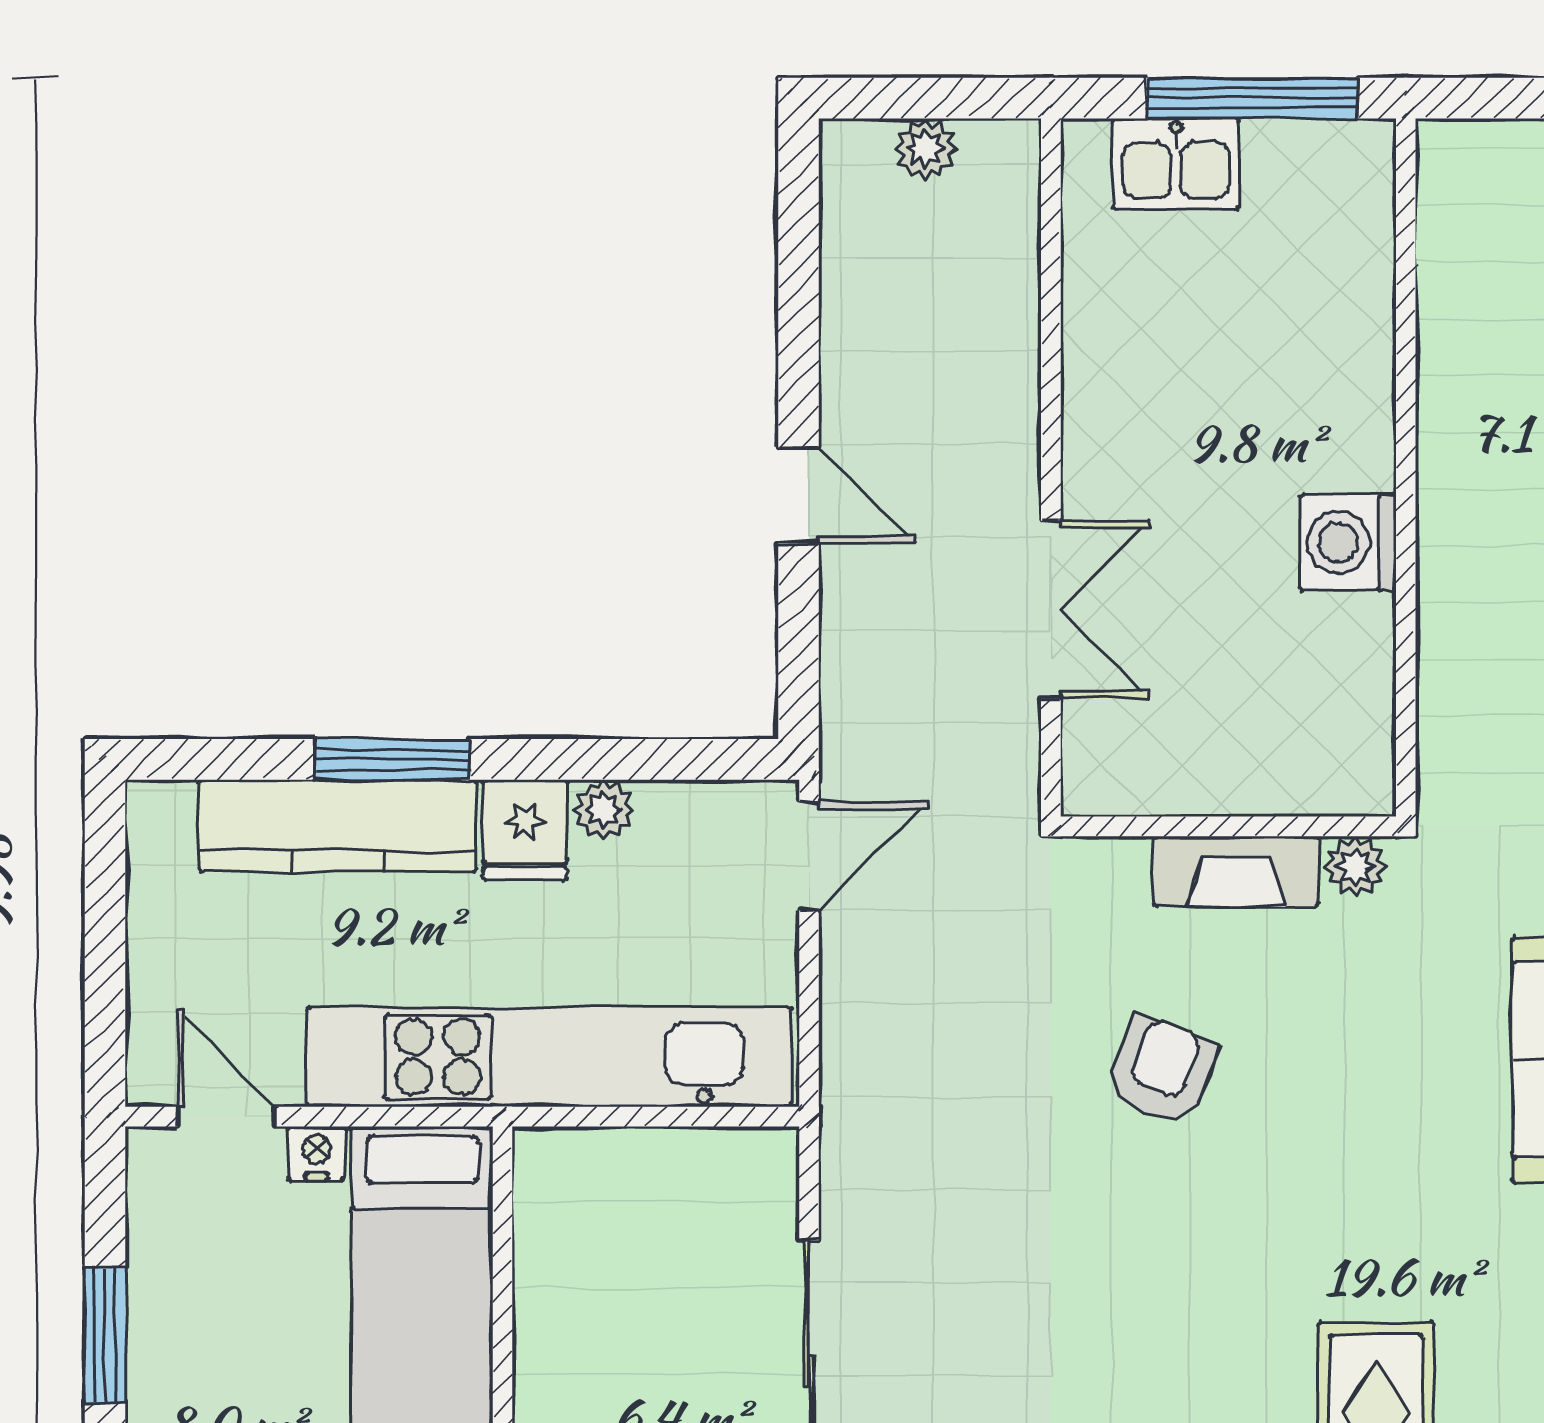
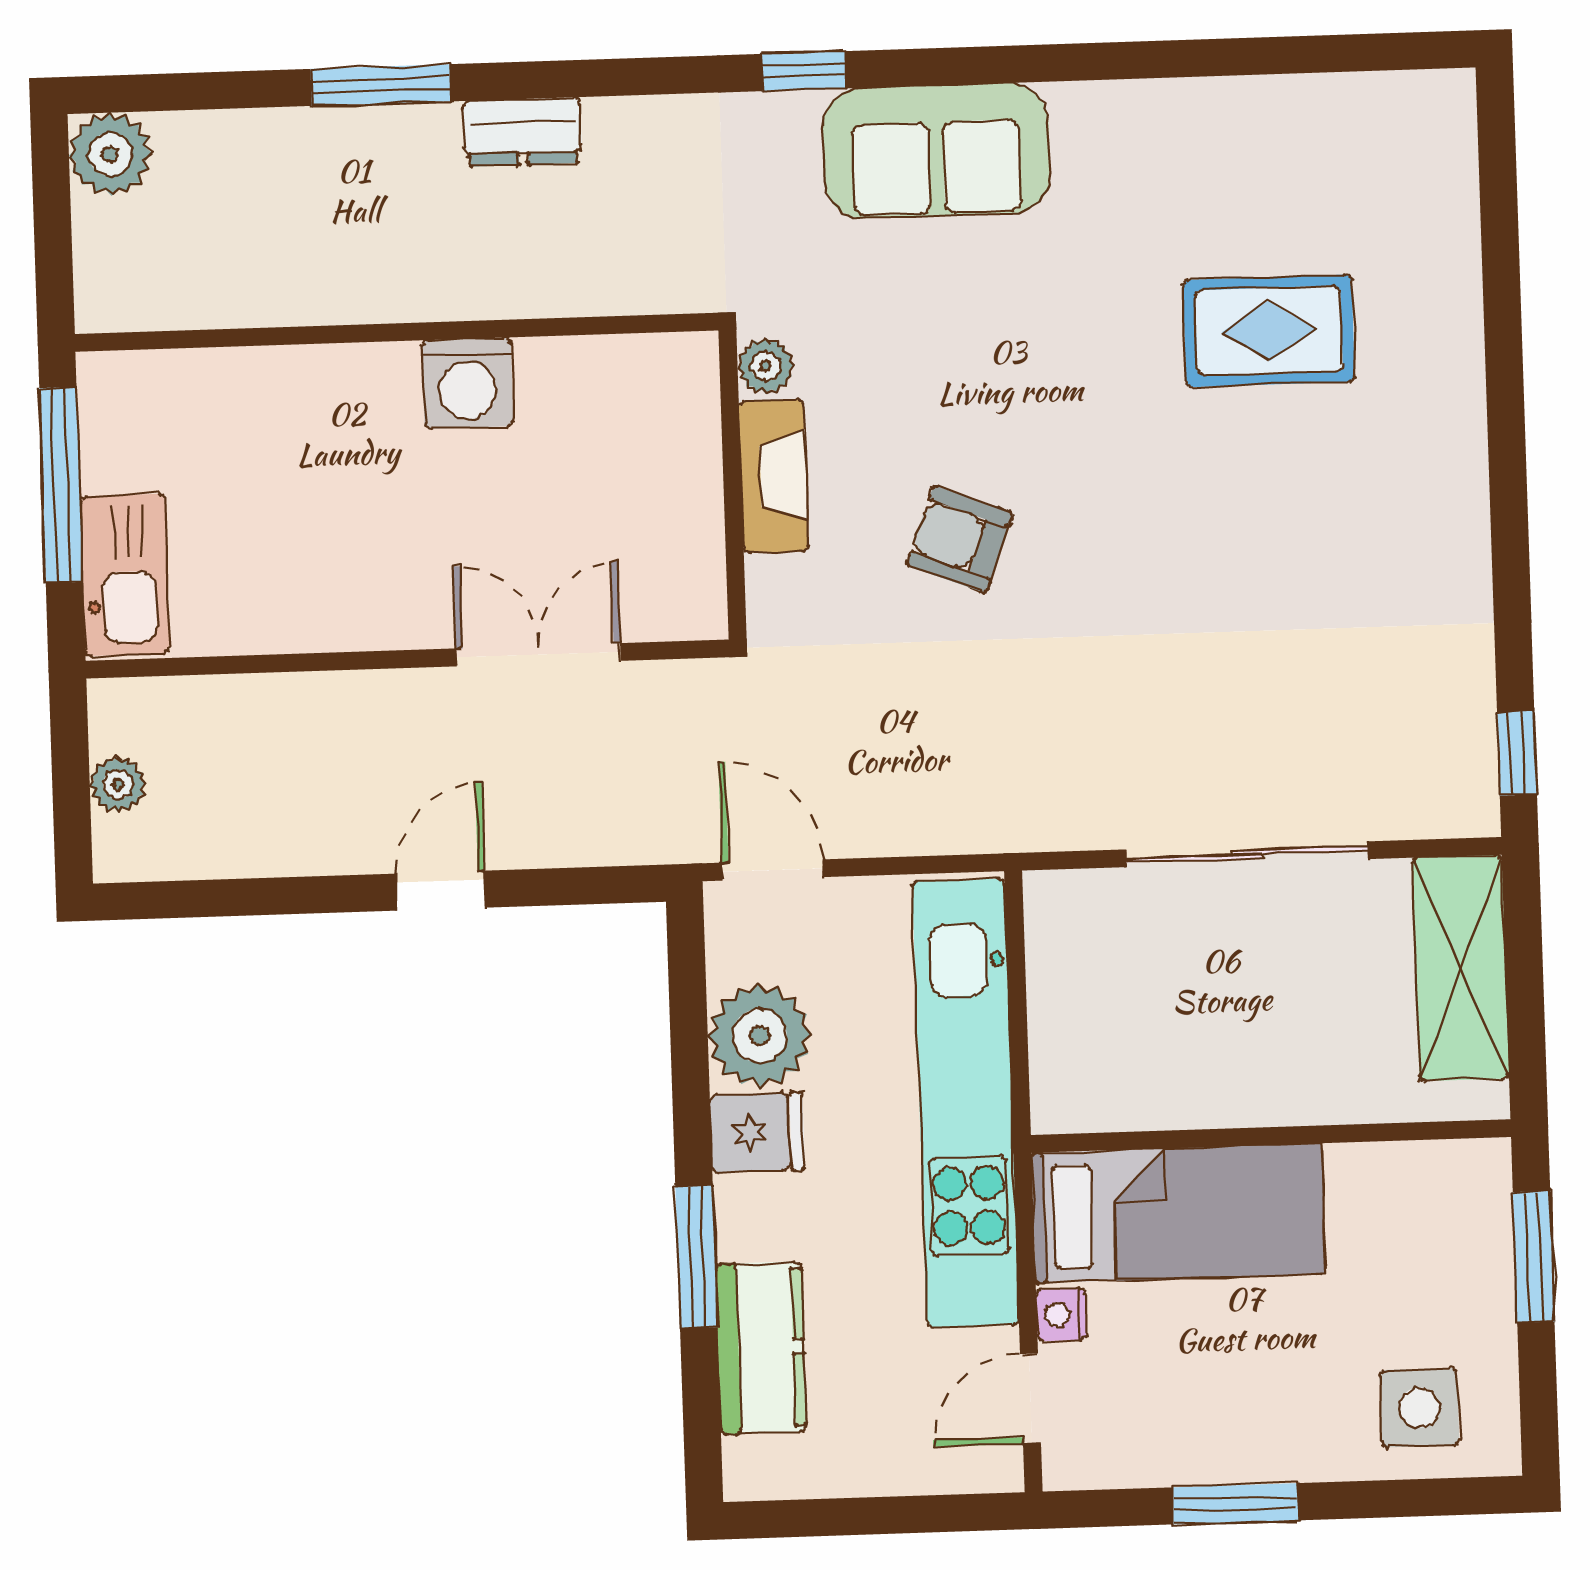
kitchen sink: (1176, 164) -> (125, 575), width x1.38
plant: (604, 810) -> (760, 1036), width x1.88, depth x1.88
kitchen counter: (337, 826) -> (761, 1348), width x0.67

